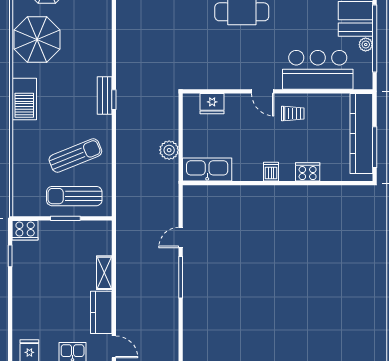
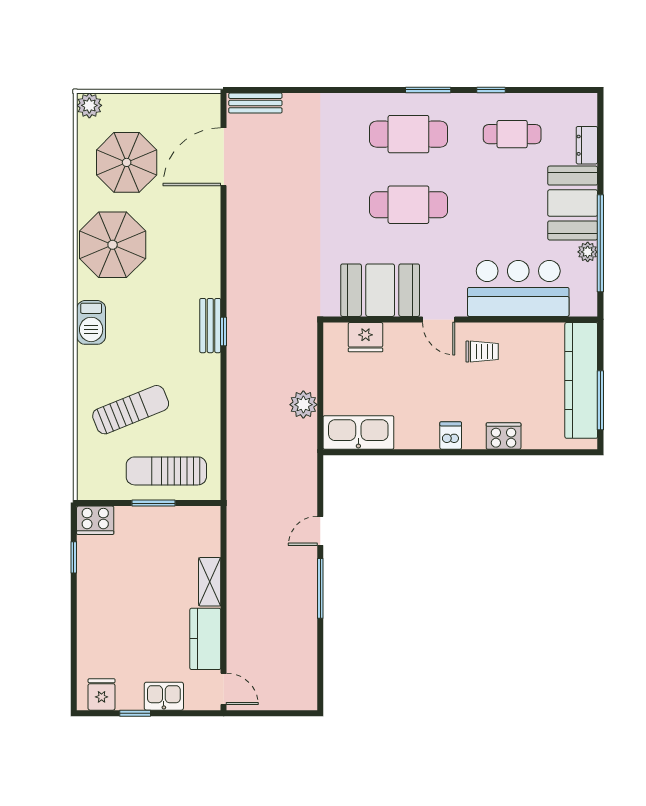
booth: (222, 71) -> (380, 290), added
barbecue: (24, 99) -> (91, 322), width x0.73, depth x0.83
sun lounger: (75, 155) -> (131, 410), moved

